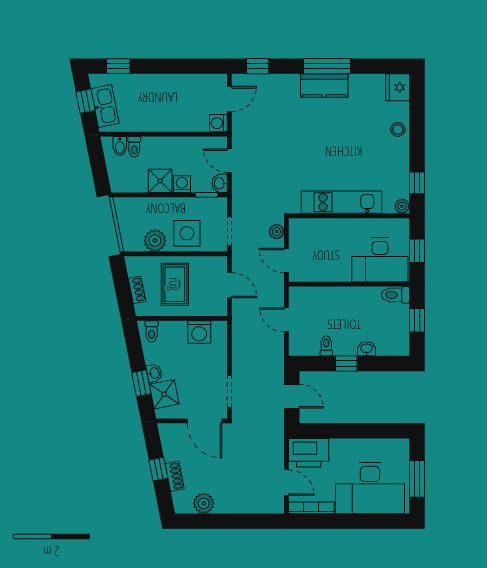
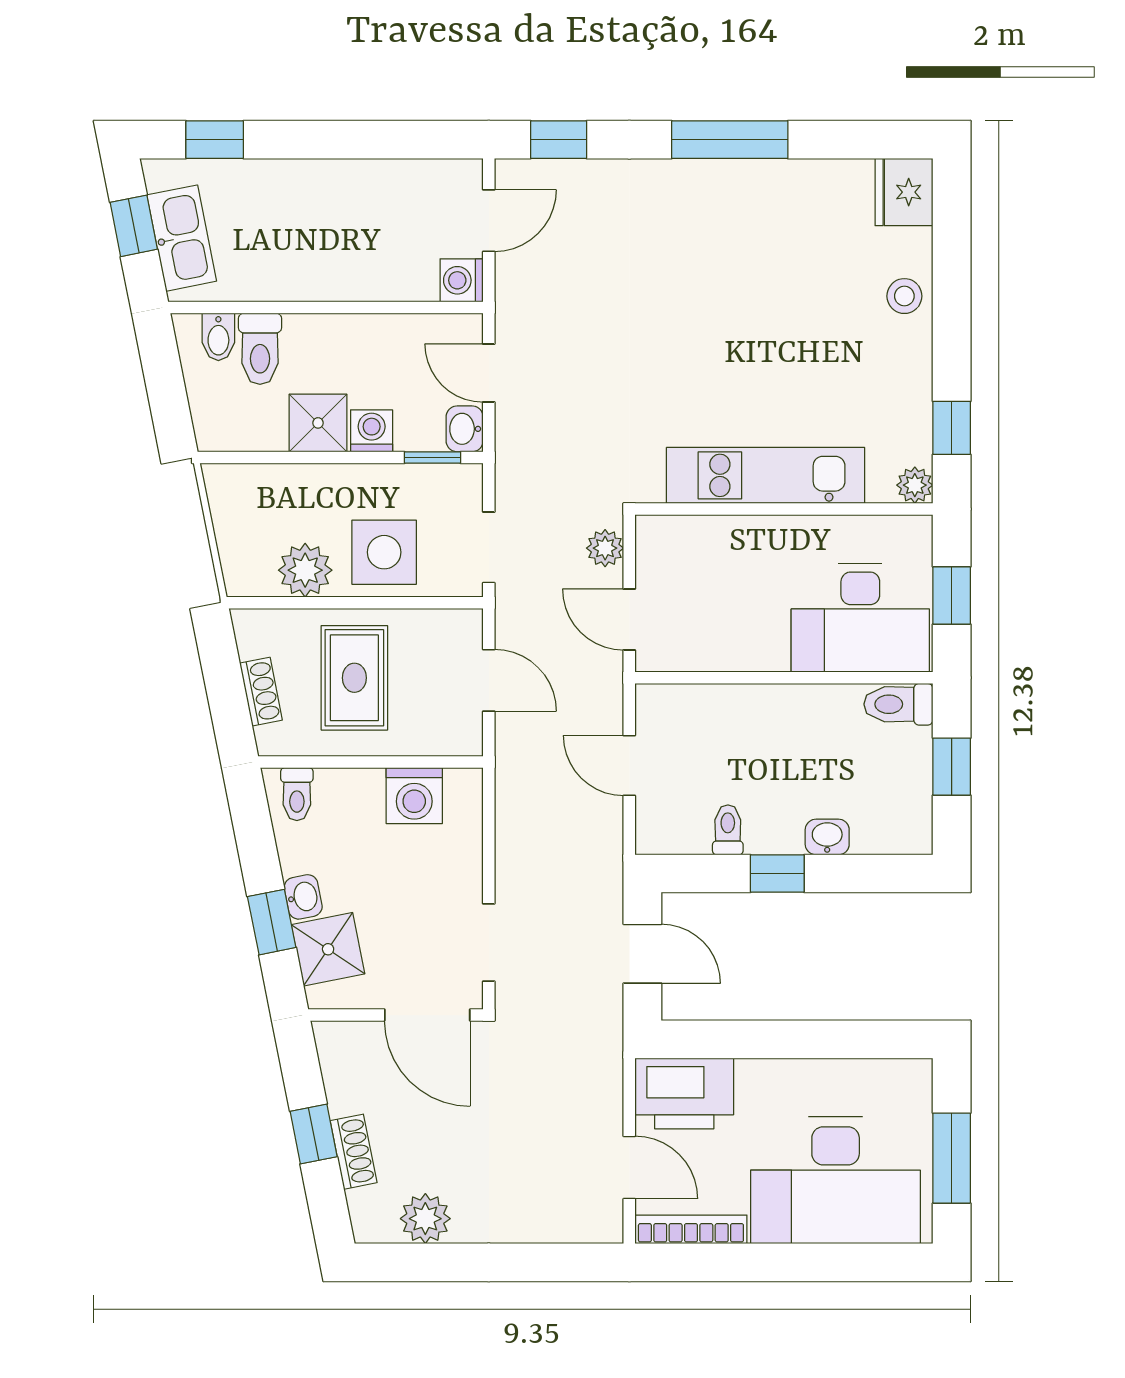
kitchen counter: (324, 86) -> (723, 188), removed
toilet: (134, 147) -> (260, 349), width x1.37, depth x1.39

